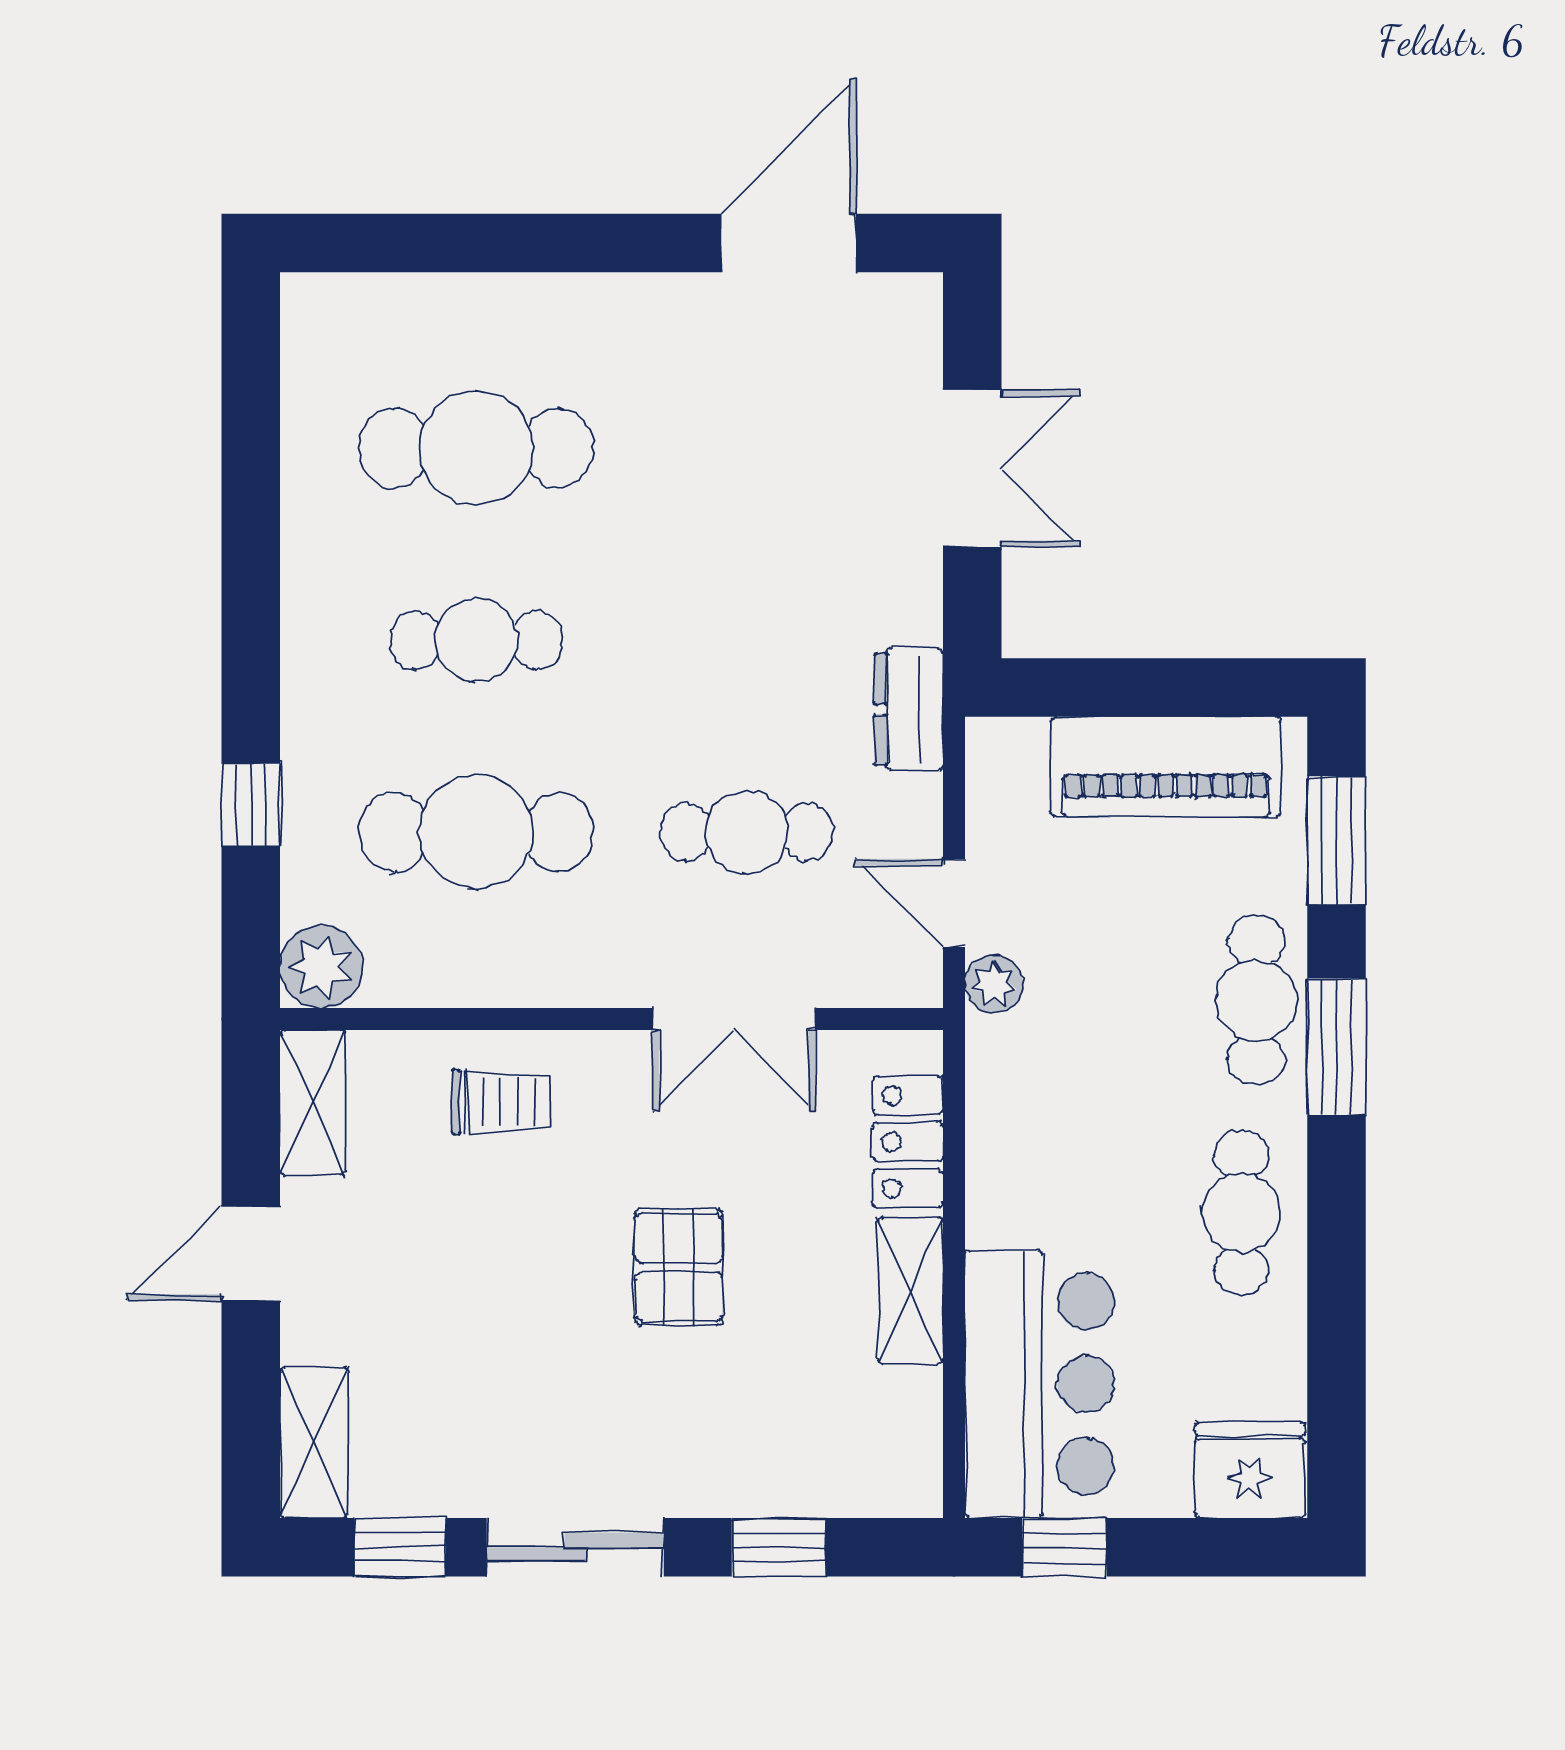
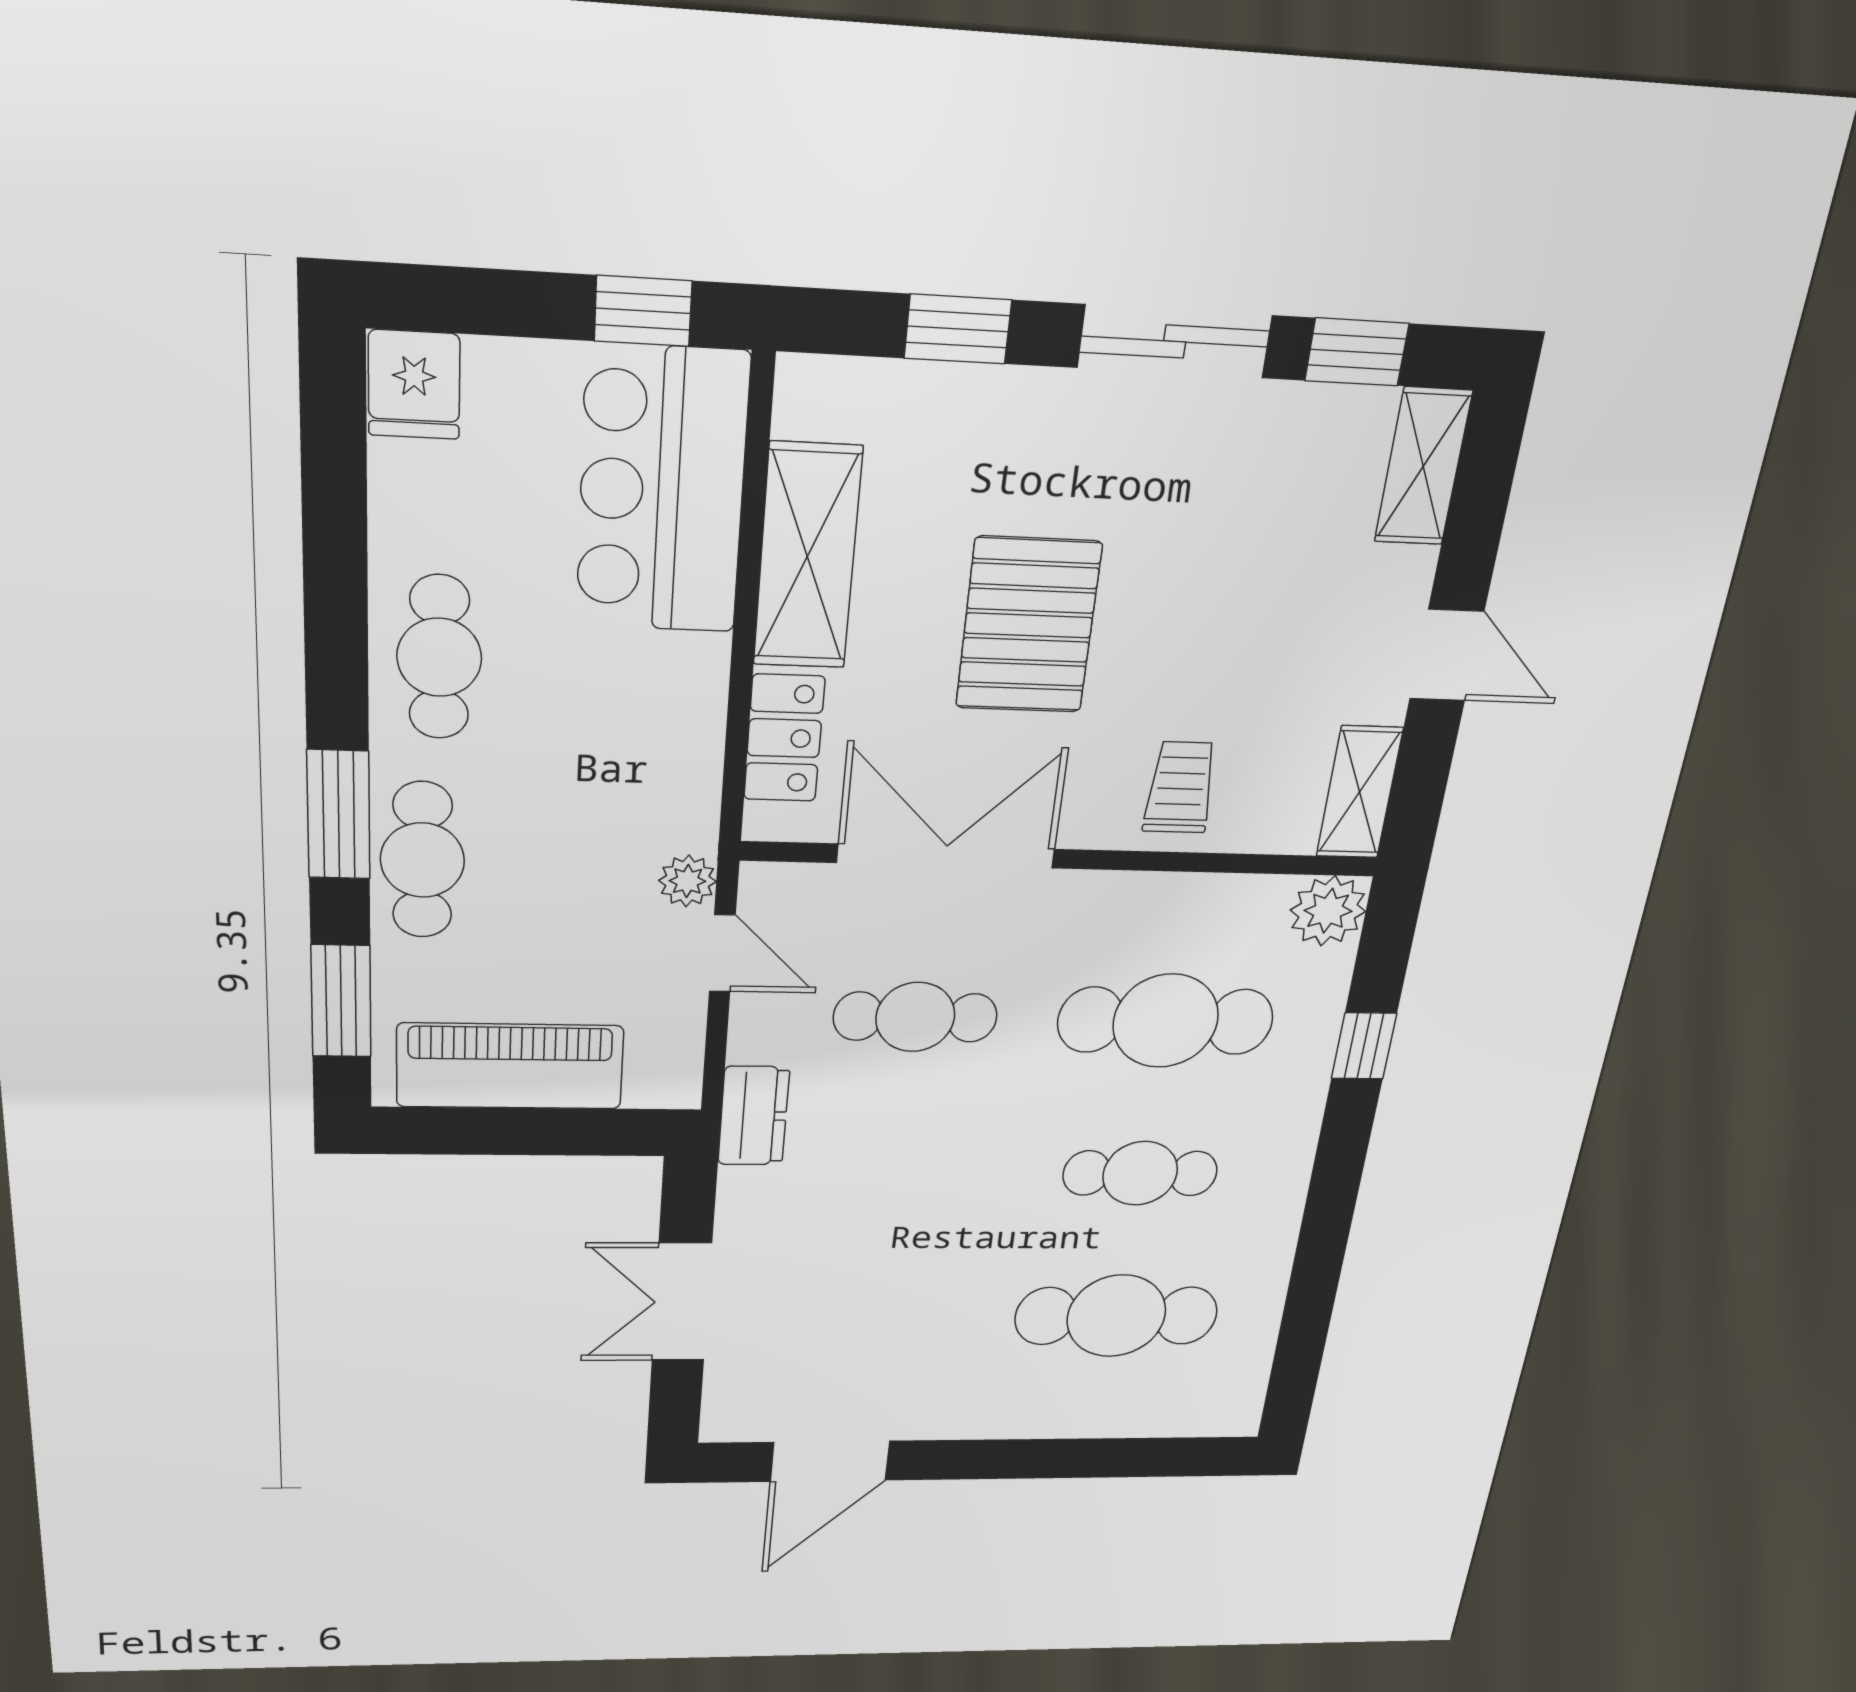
double door: (734, 1019) -> (946, 856), width x1.37
trolley: (502, 1102) -> (1180, 787), turned 90
door: (251, 1254) -> (1447, 655), hinge flipped
pallet: (679, 1267) -> (1028, 625), width x1.50, depth x1.42
shelving: (910, 1290) -> (807, 557), width x1.50, depth x1.33
fridge: (1250, 1470) -> (414, 385), width x0.72

